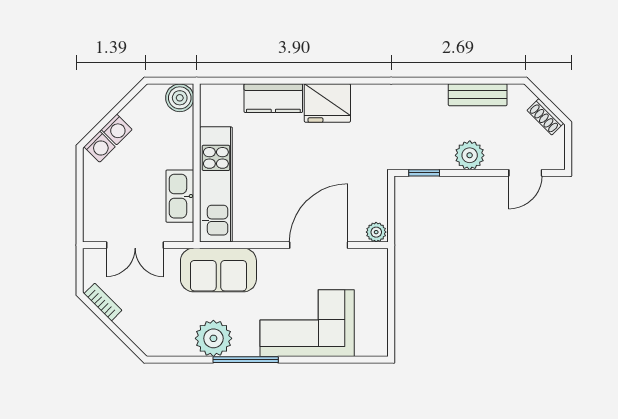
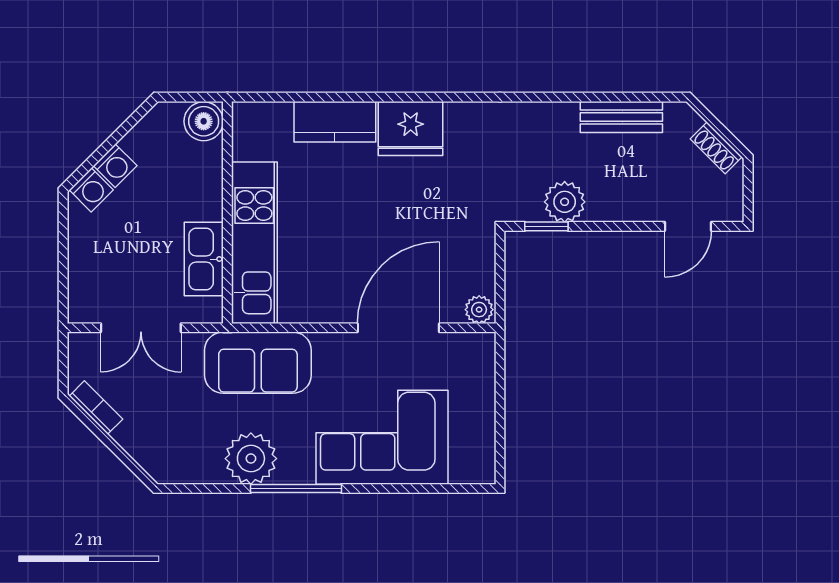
plant: (470, 155) -> (565, 202), moved

